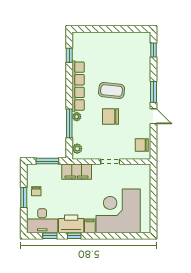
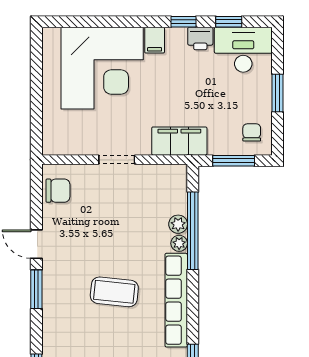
chair: (110, 117) -> (116, 243), removed
window: (69, 123) -> (193, 231), width x1.46
plant: (77, 149) -> (178, 224), moved
chair: (36, 191) -> (252, 132), moved
printer: (71, 224) -> (200, 38), width x0.53, depth x0.68

